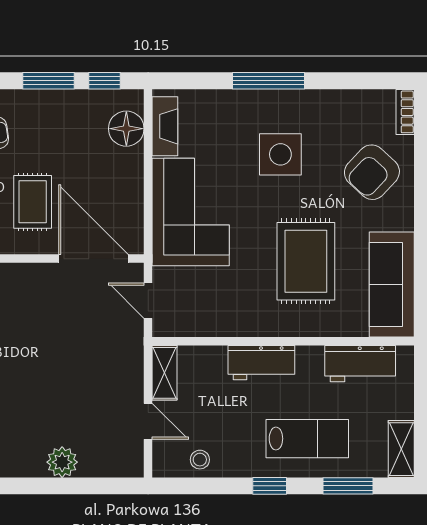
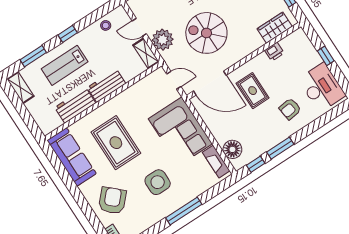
spiral stairs: (46, 342) -> (206, 33), added
workbench: (360, 364) -> (75, 105), moved
plant: (124, 377) -> (163, 40), added

